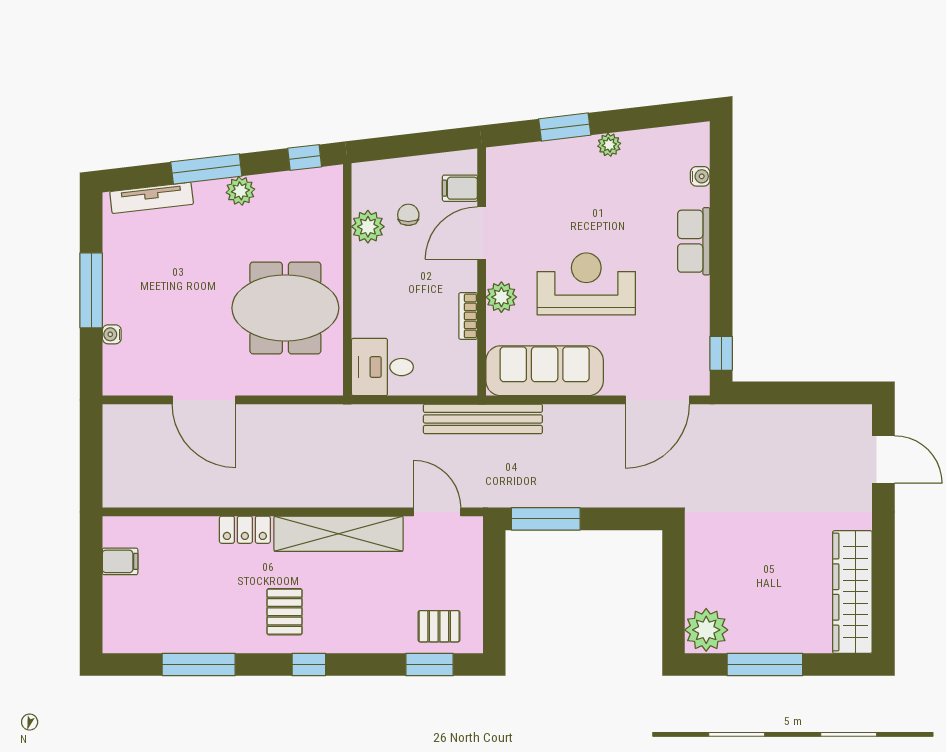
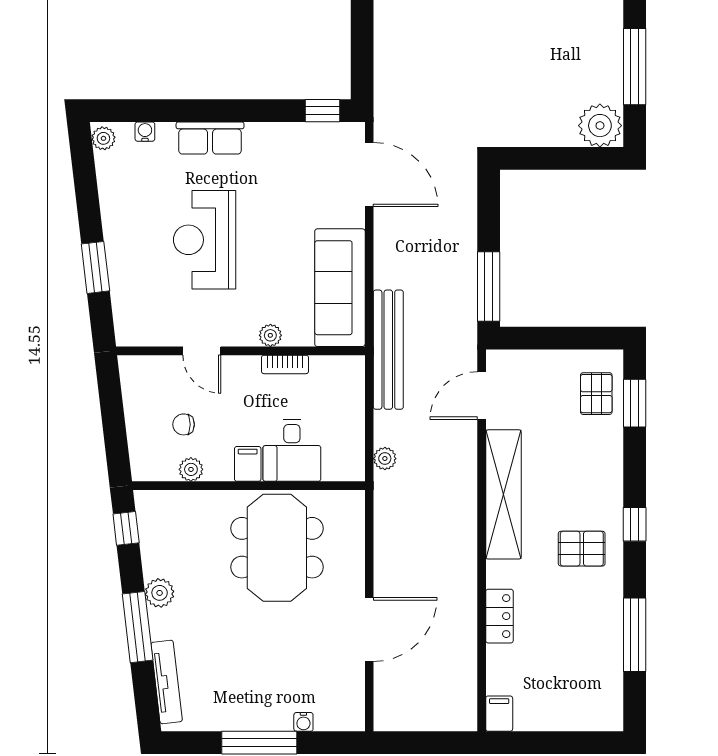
plant: (609, 145) -> (103, 138), moved
filing cabinet: (460, 188) -> (248, 464), moved, turned 180
plant: (368, 227) -> (191, 469), width x0.73, depth x0.73
door: (482, 233) -> (202, 351), width x0.73
reception desk: (586, 284) -> (205, 240), moved
plant: (501, 297) -> (270, 335), width x0.73, depth x0.73
desk: (382, 367) -> (292, 450), moved
plant: (374, 415) -> (385, 459), added
locker: (245, 530) -> (499, 616), moved
filing cabinet: (120, 561) -> (499, 714), moved

